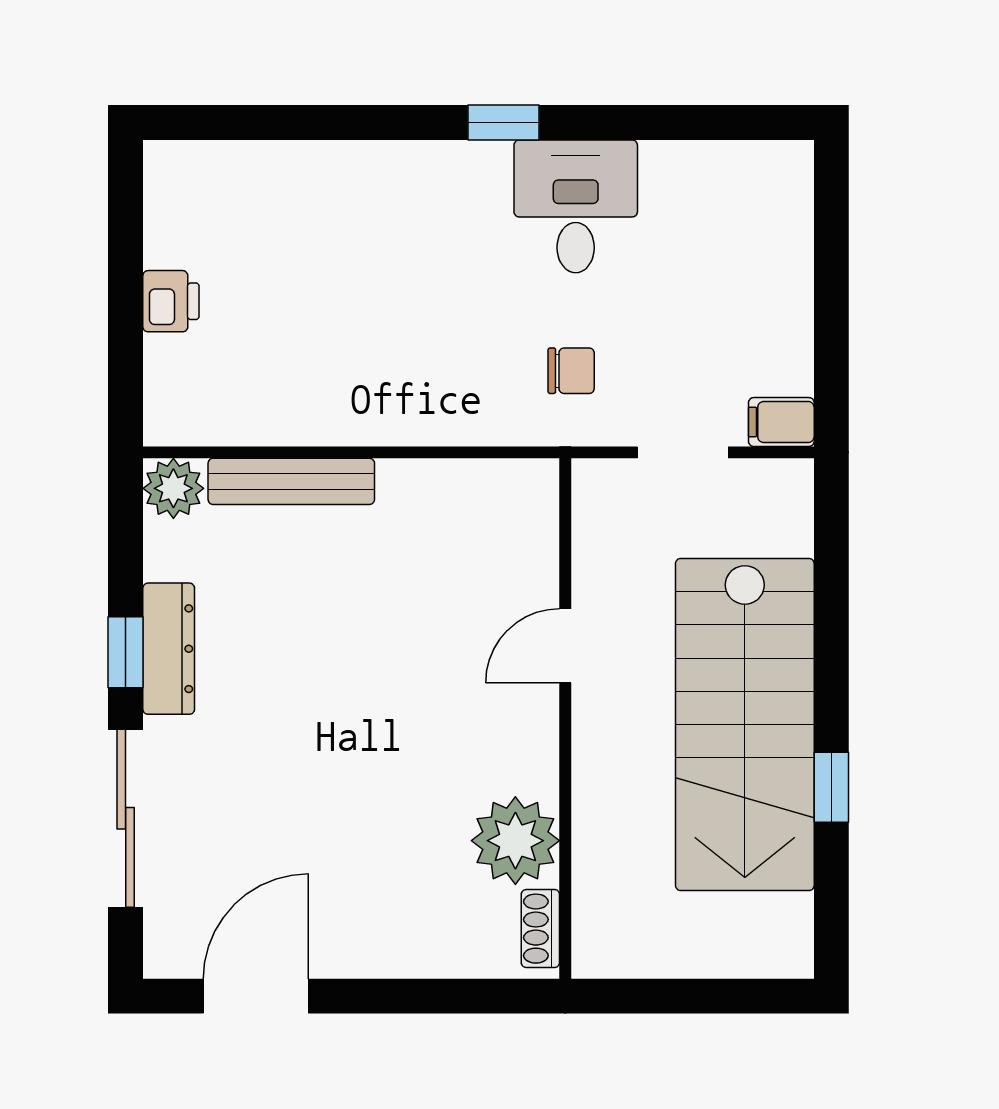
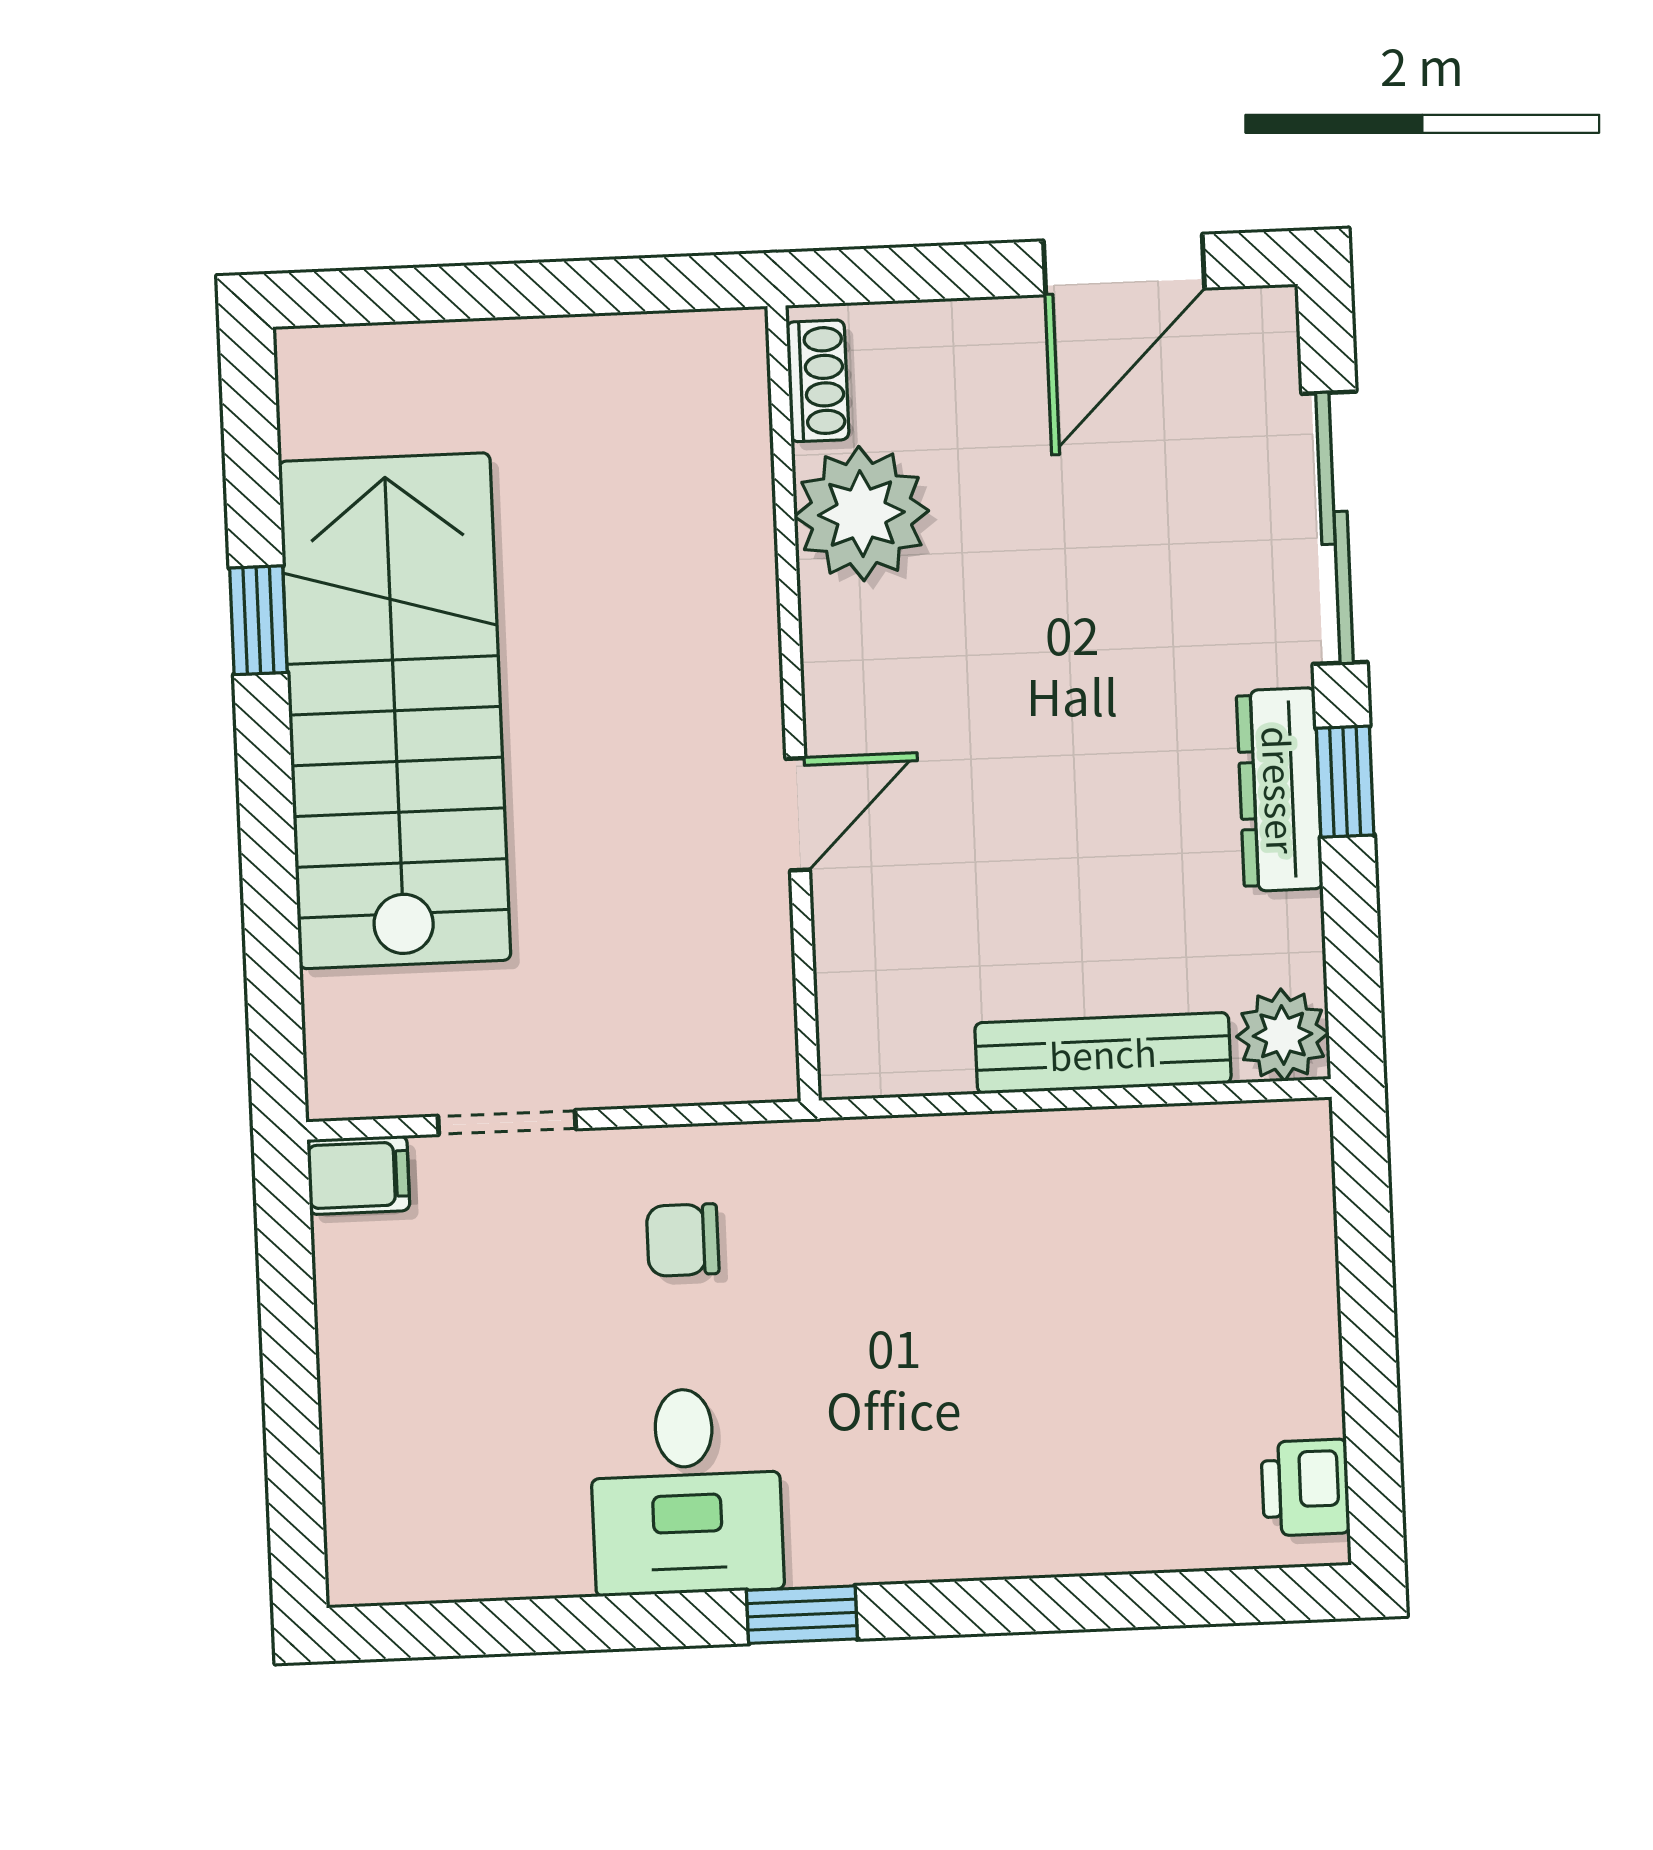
printer: (171, 301) -> (1305, 1488), moved
door: (565, 646) -> (798, 814), moved
wall: (565, 718) -> (793, 703), moved
plant: (515, 841) -> (861, 514), moved
shoe rack: (540, 929) -> (817, 381), moved

